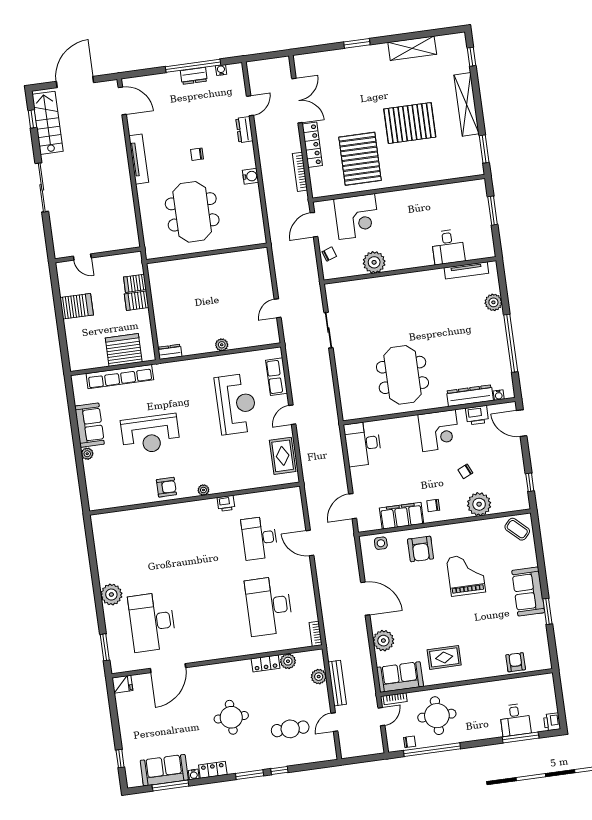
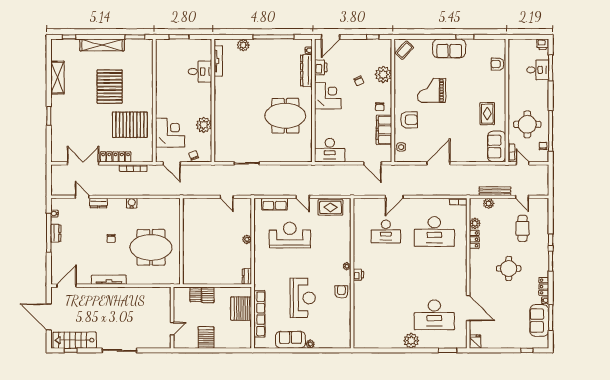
printer: (226, 503) -> (358, 275), moved
plant: (383, 641) -> (470, 155), removed

